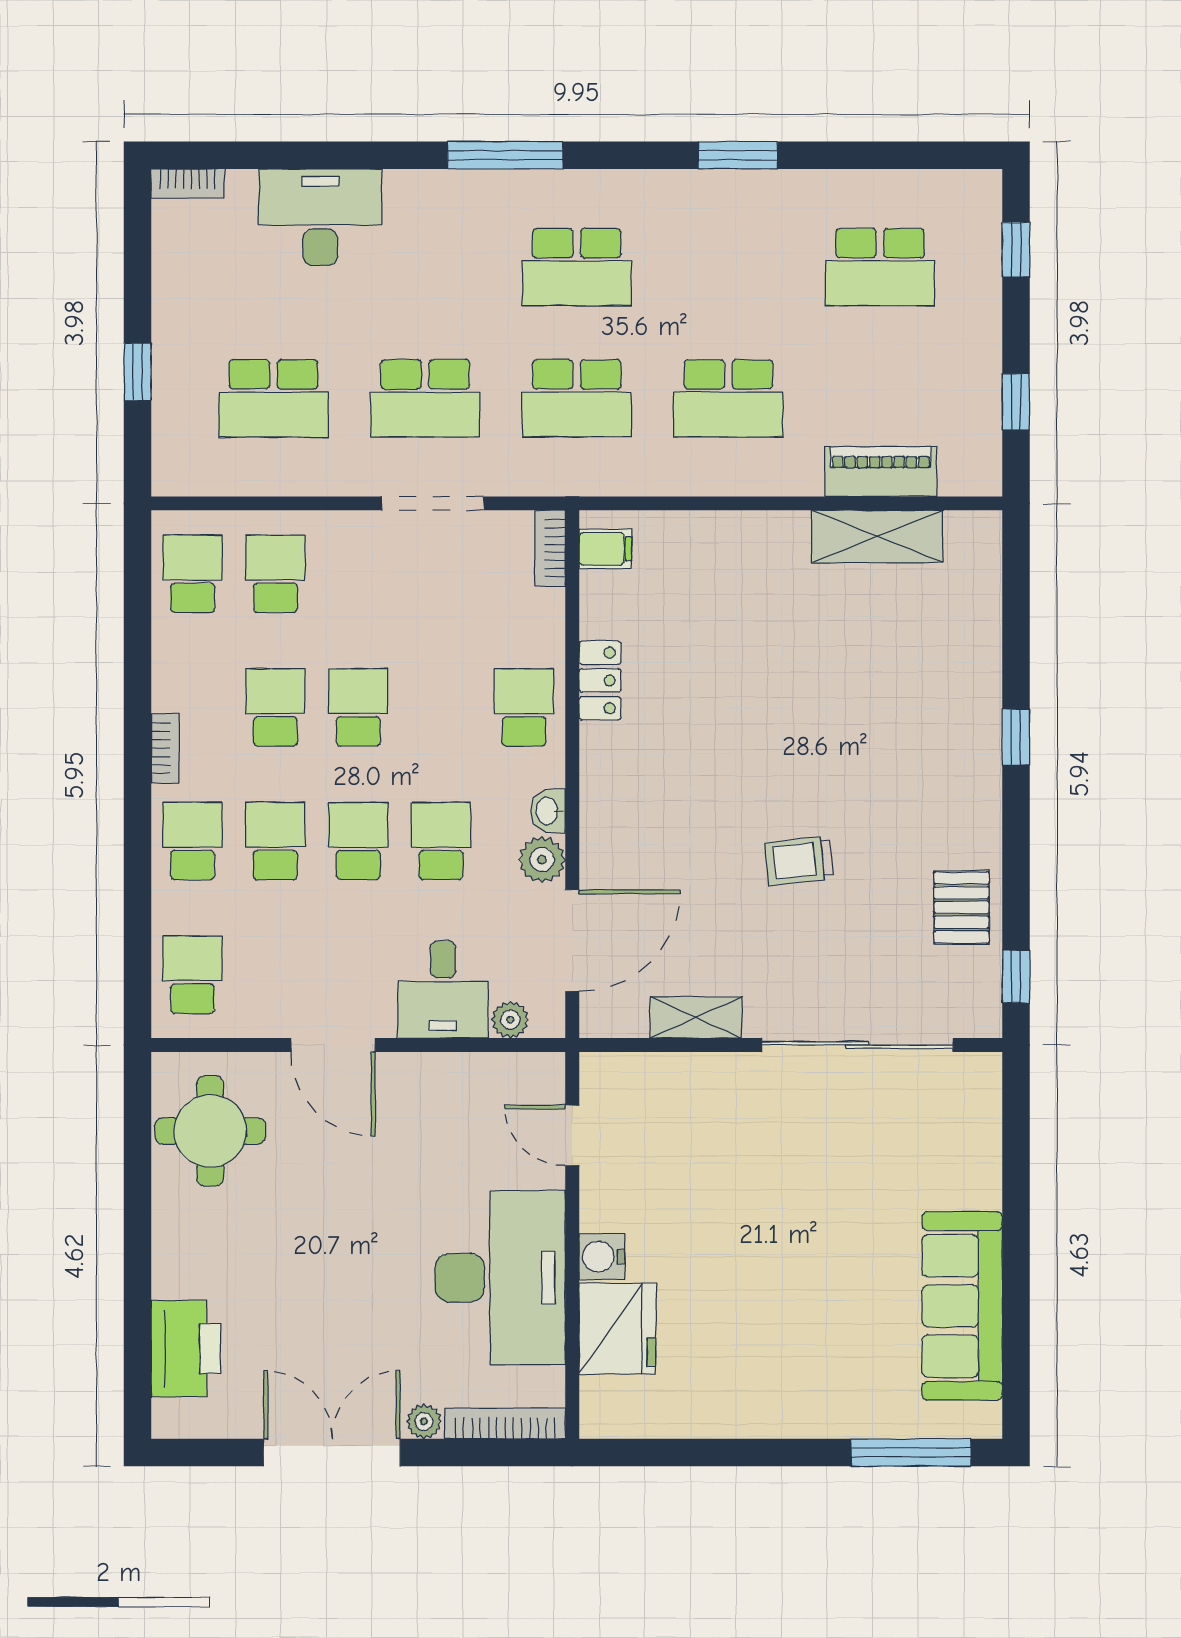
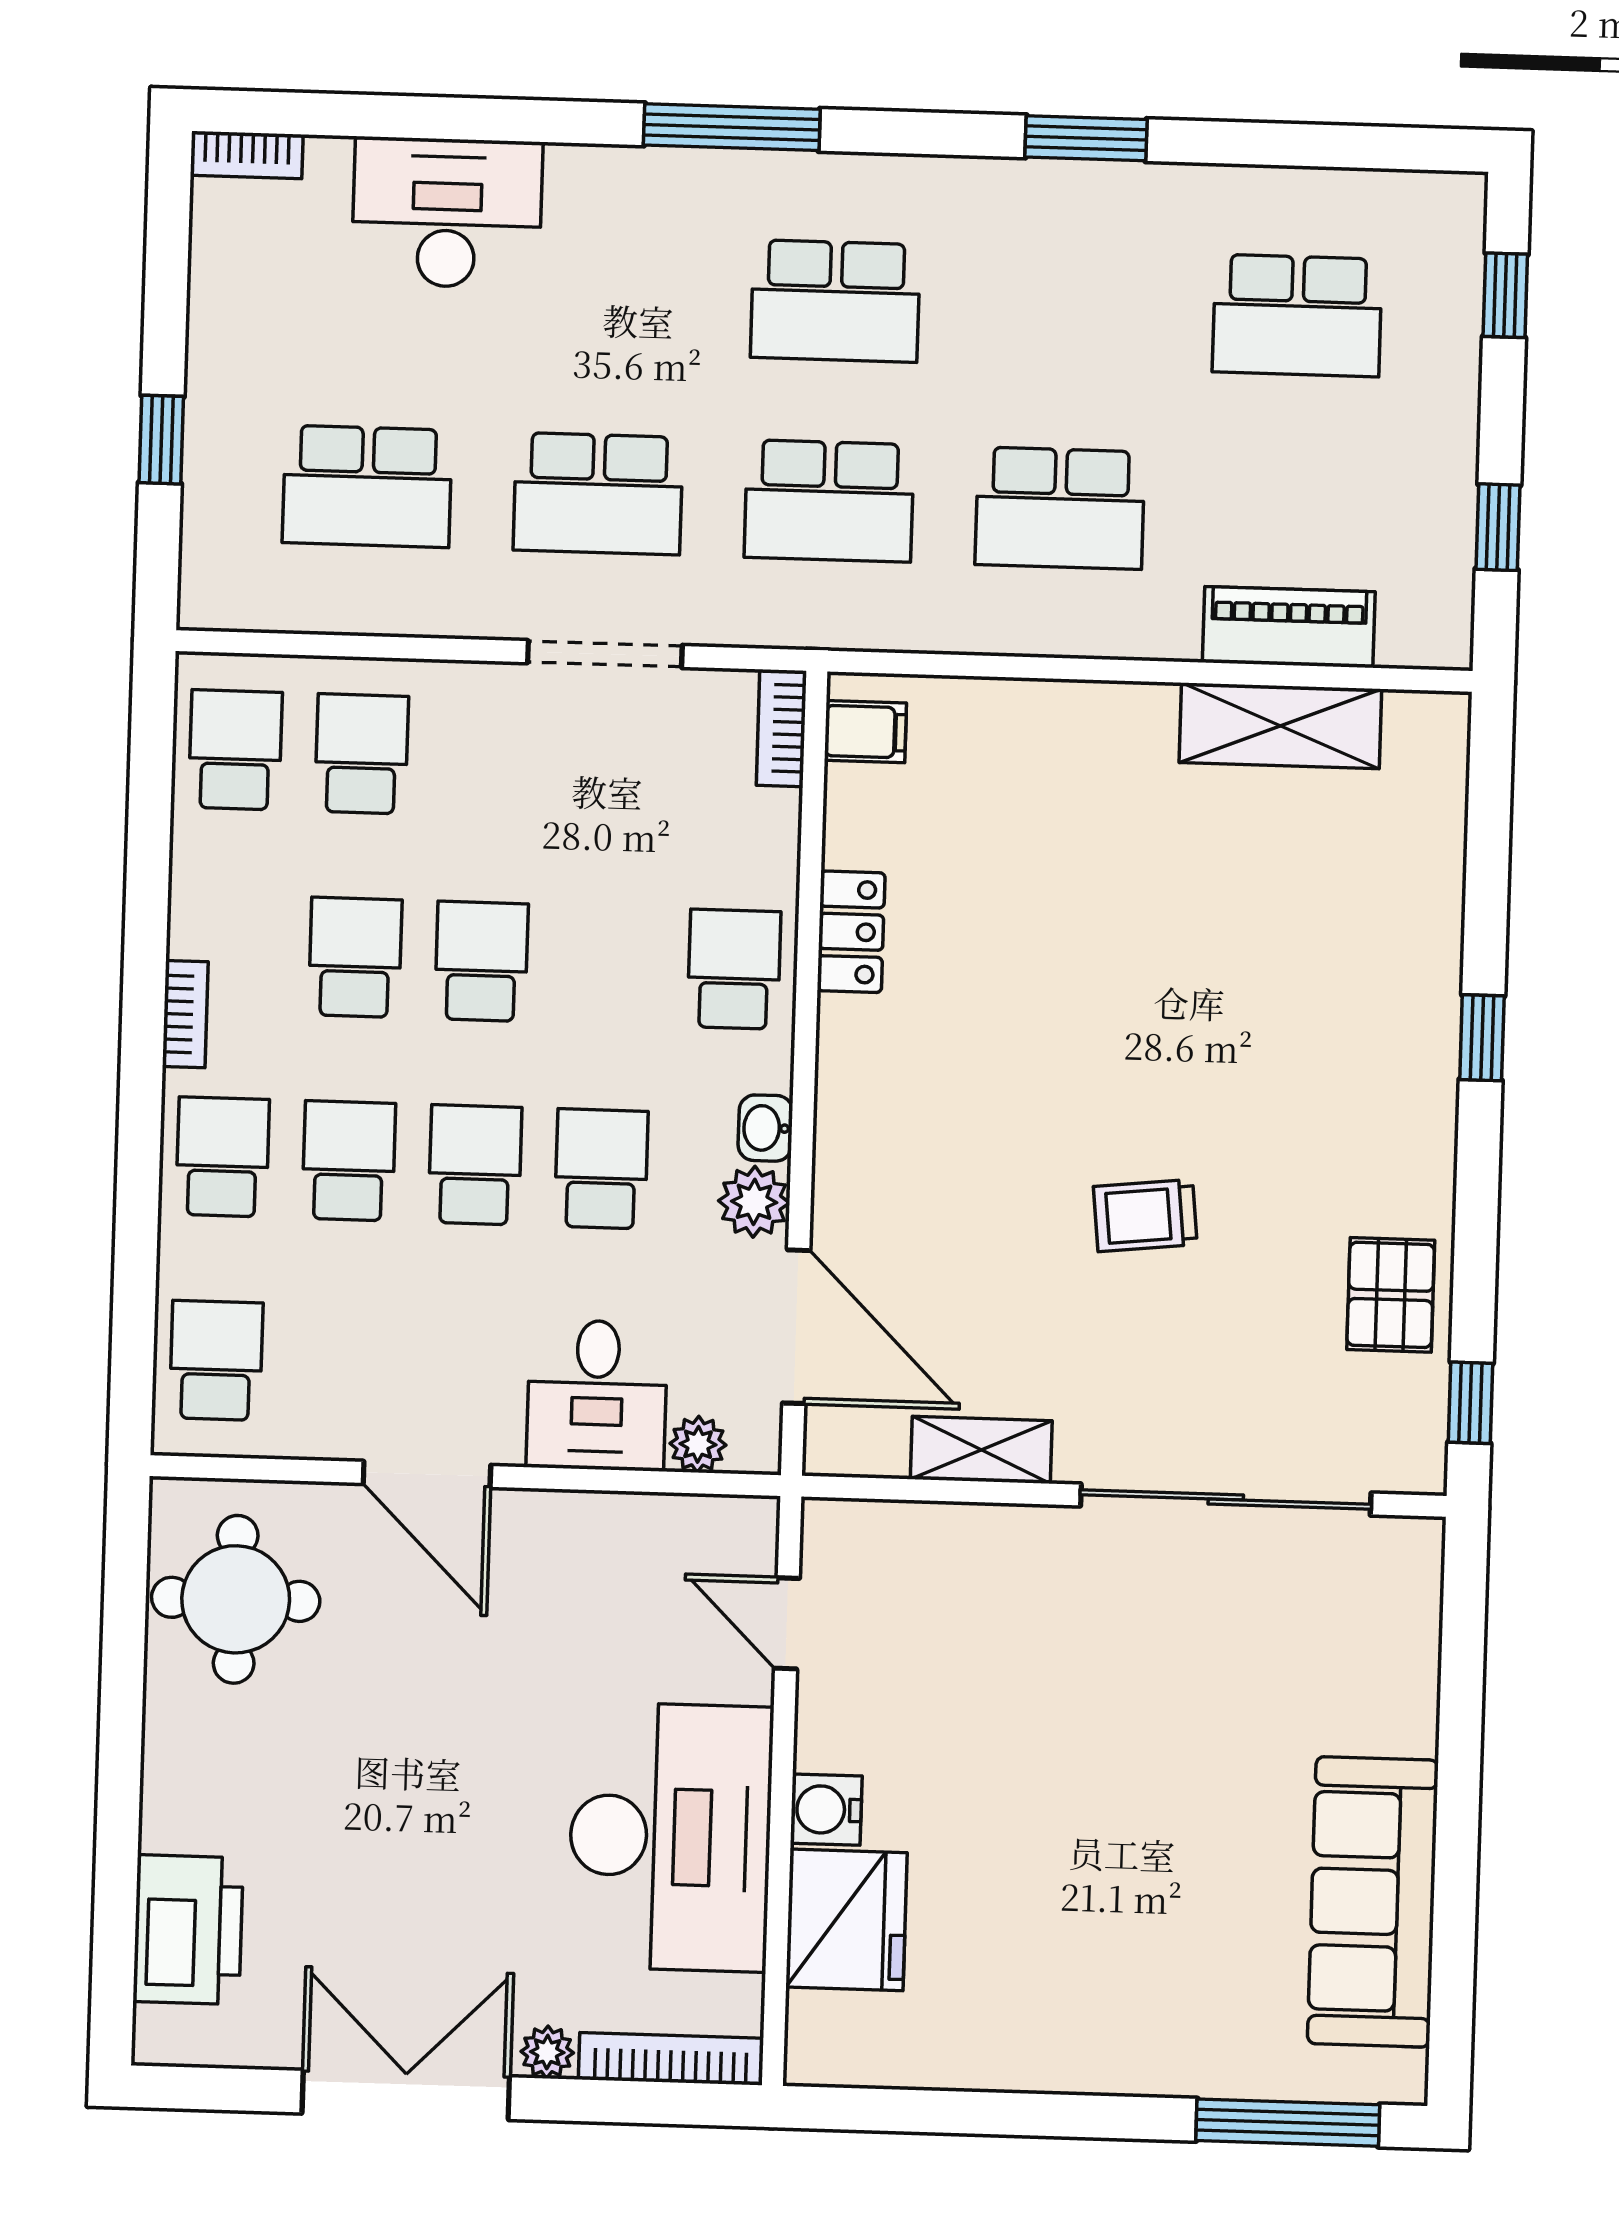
door: (572, 941) -> (796, 1327), hinge flipped

